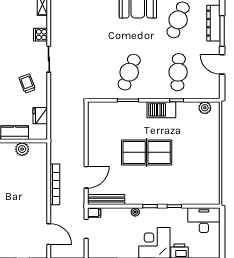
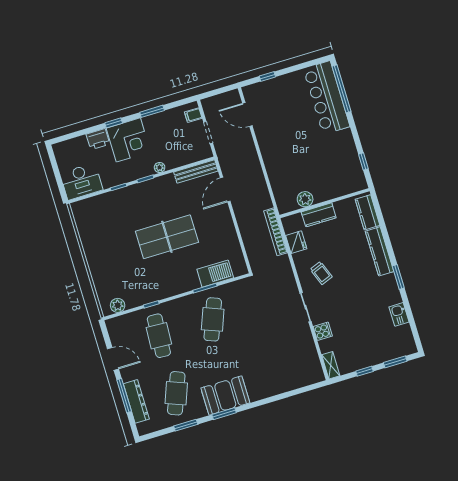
barbecue: (161, 110) -> (215, 274), moved
bookcase: (55, 184) -> (276, 232), moved
filing cabinet: (94, 212) -> (193, 115), moved

